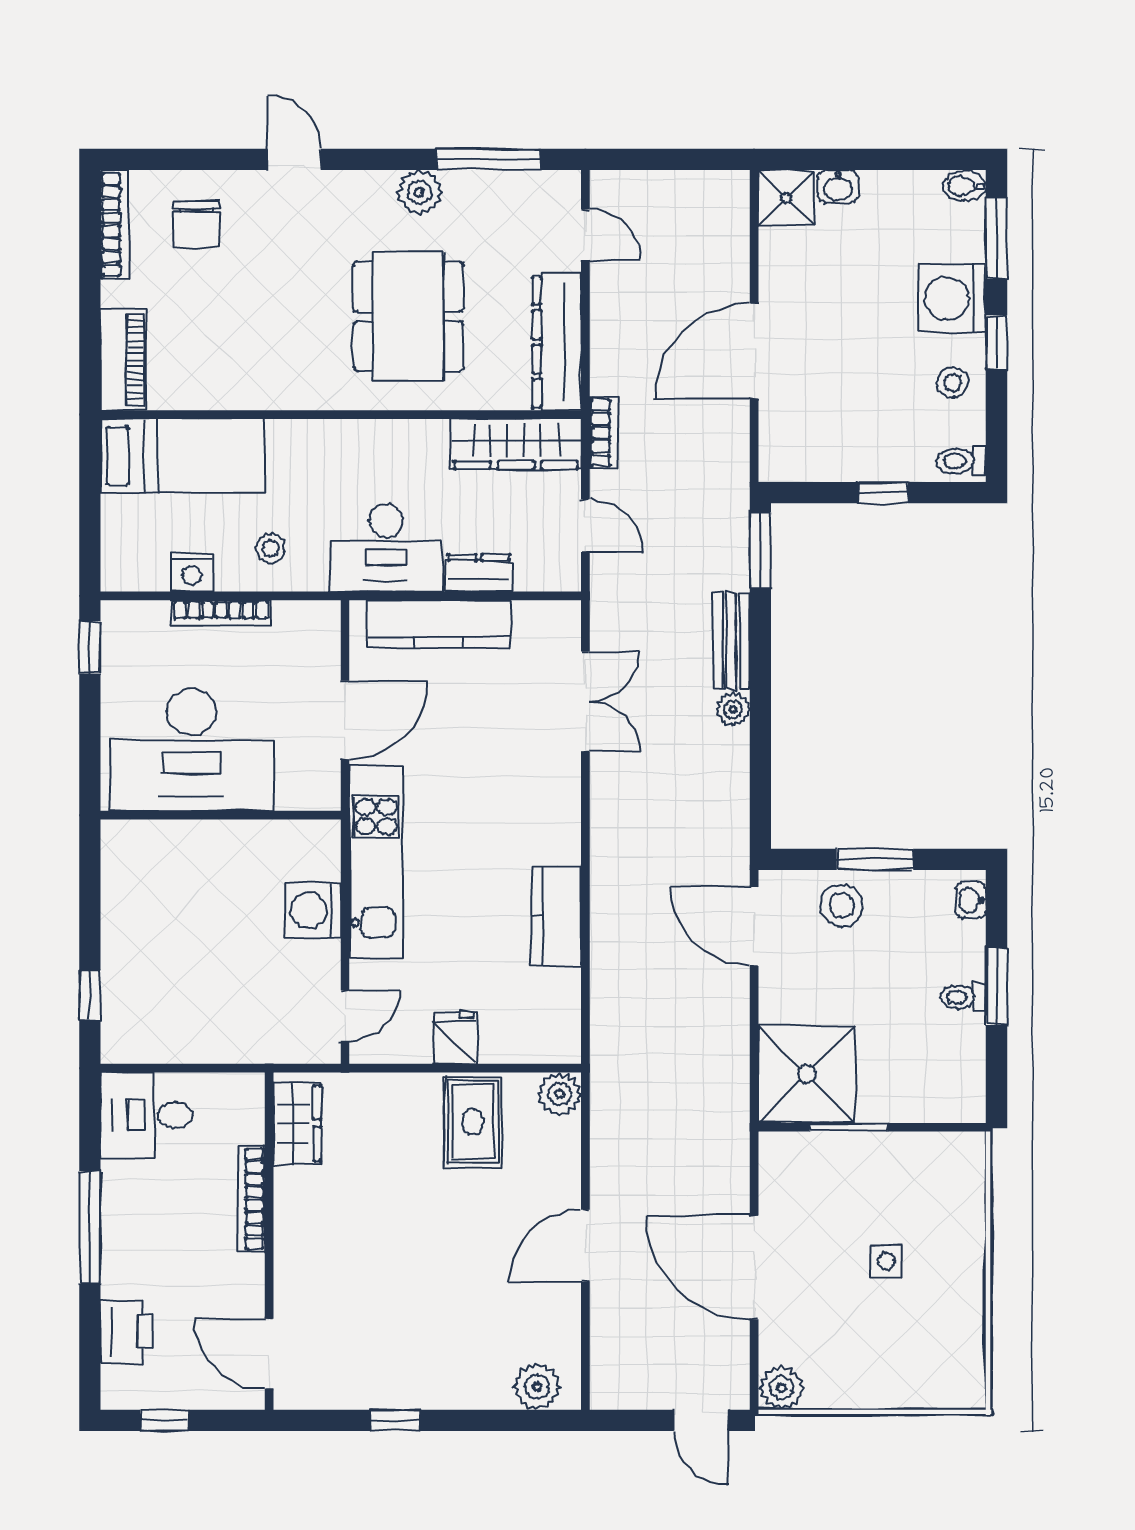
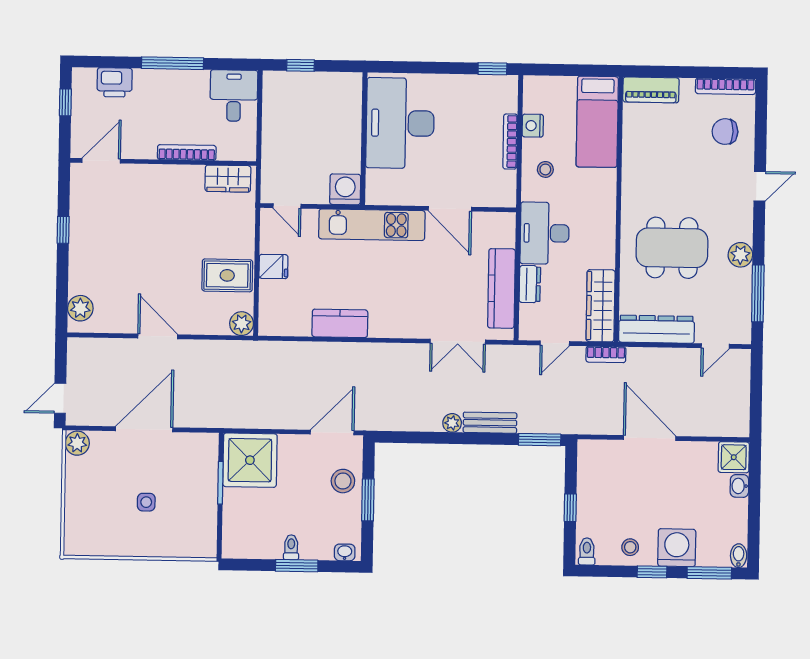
kitchen counter: (439, 624) -> (501, 288), moved
desk: (191, 750) -> (400, 123), moved
wall: (221, 815) -> (364, 139), moved

